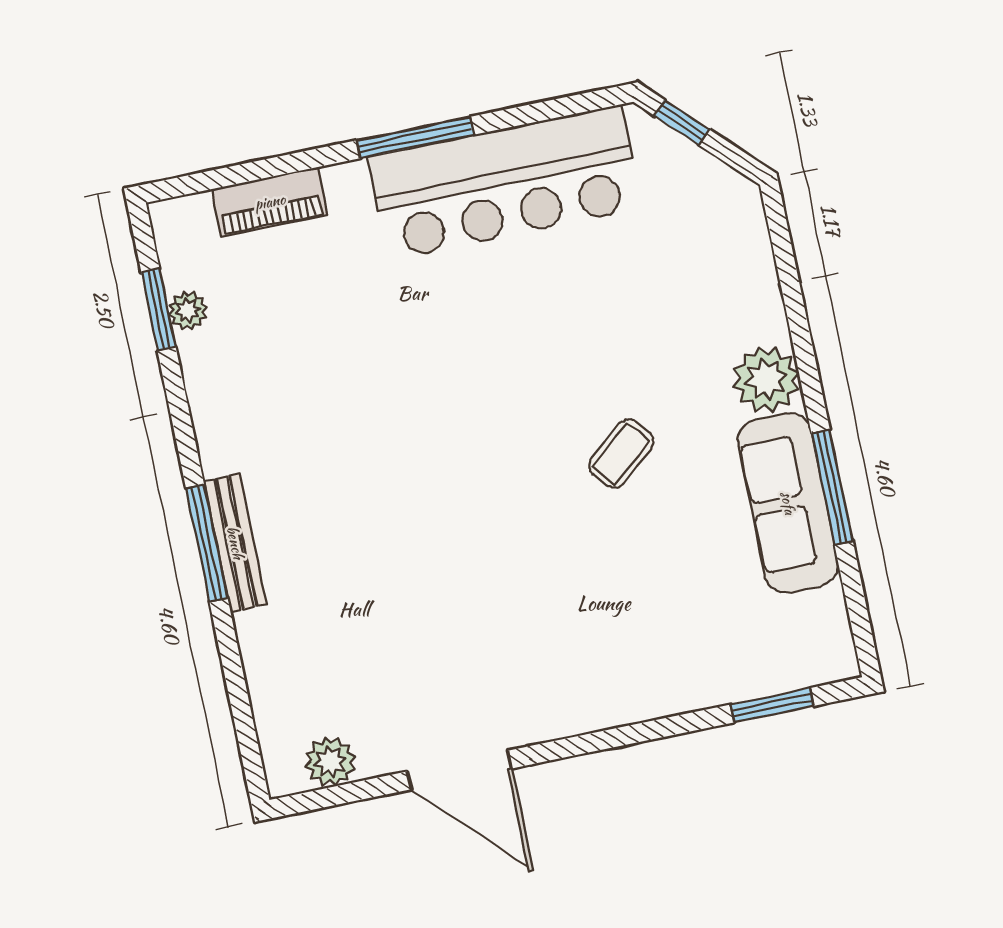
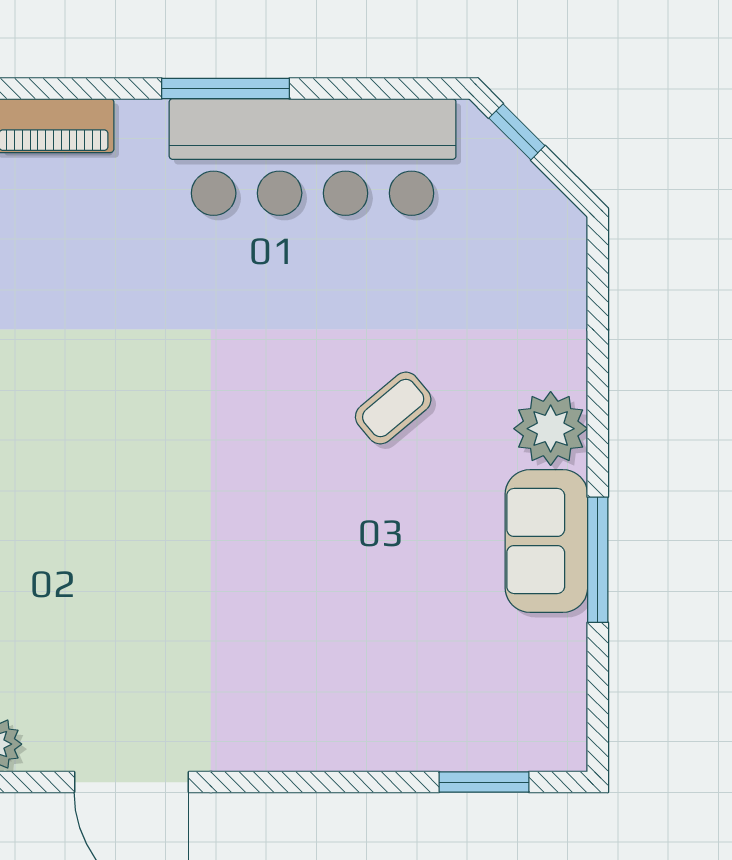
coffee table: (621, 454) -> (393, 408), moved
sofa: (788, 503) -> (546, 541), width x0.73

